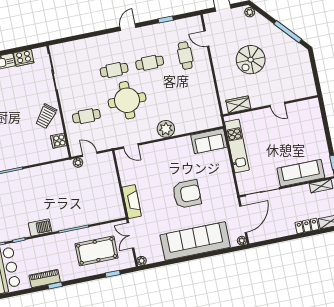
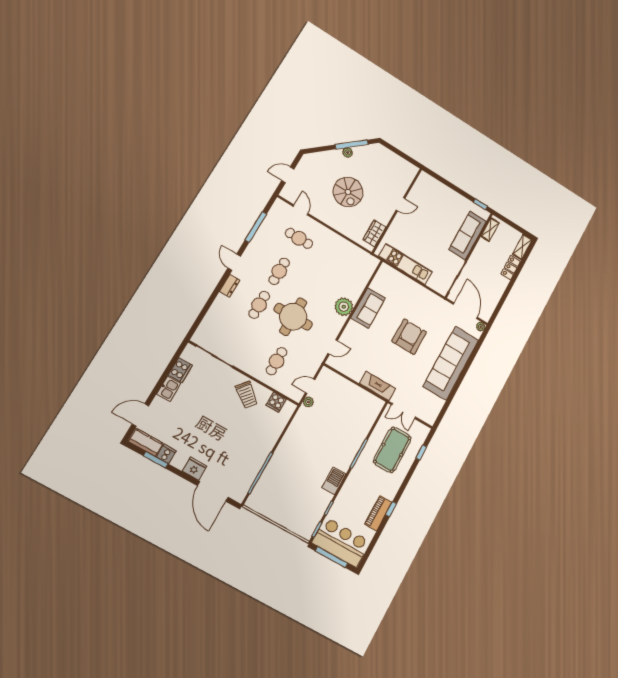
plant: (250, 12) -> (348, 153), moved
window: (166, 19) -> (256, 227), width x2.17
dresser: (109, 39) -> (230, 286), added
door: (206, 39) -> (301, 210), swing flipped
sofa: (209, 141) -> (368, 308), moved
plant: (142, 261) -> (431, 420), removed

